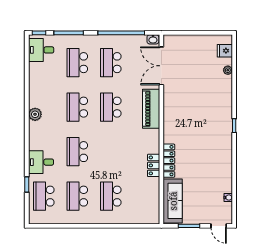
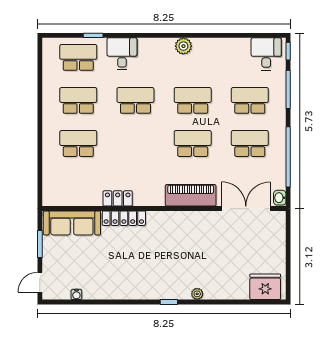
fridge: (225, 51) -> (265, 287), width x1.88, depth x1.34
plant: (228, 70) -> (197, 294), moved

